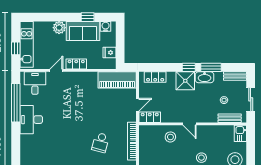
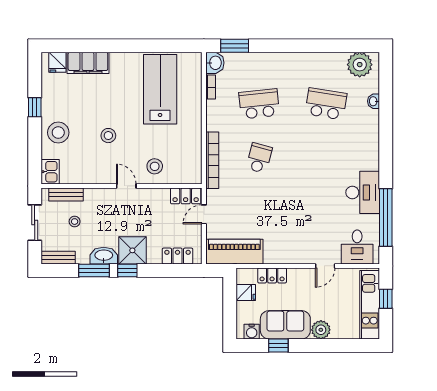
locker: (76, 64) -> (272, 275), moved

